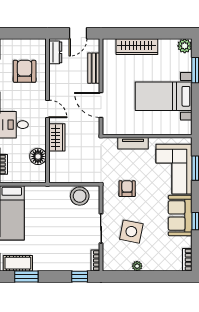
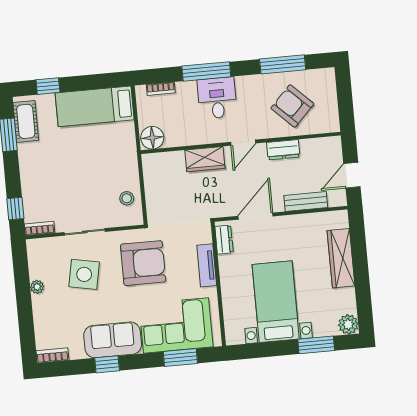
door: (78, 33) -> (352, 175), hinge flipped
dresser: (55, 52) -> (283, 150), moved
armchair: (25, 71) -> (292, 106), turned -136
dresser: (116, 129) -> (224, 240), added
floor lamp: (38, 156) -> (152, 138), moved
armchair: (127, 189) -> (143, 263), width x1.88, depth x1.88
stool: (80, 196) -> (127, 198), width x0.53, depth x0.53

